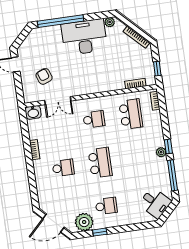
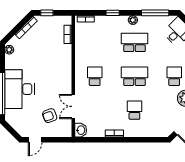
desk: (84, 37) -> (19, 89), moved
window: (157, 69) -> (47, 13), moved
double door: (58, 101) -> (73, 106), swing flipped
school desk: (131, 114) -> (134, 42), moved
window: (168, 146) -> (113, 13), moved

